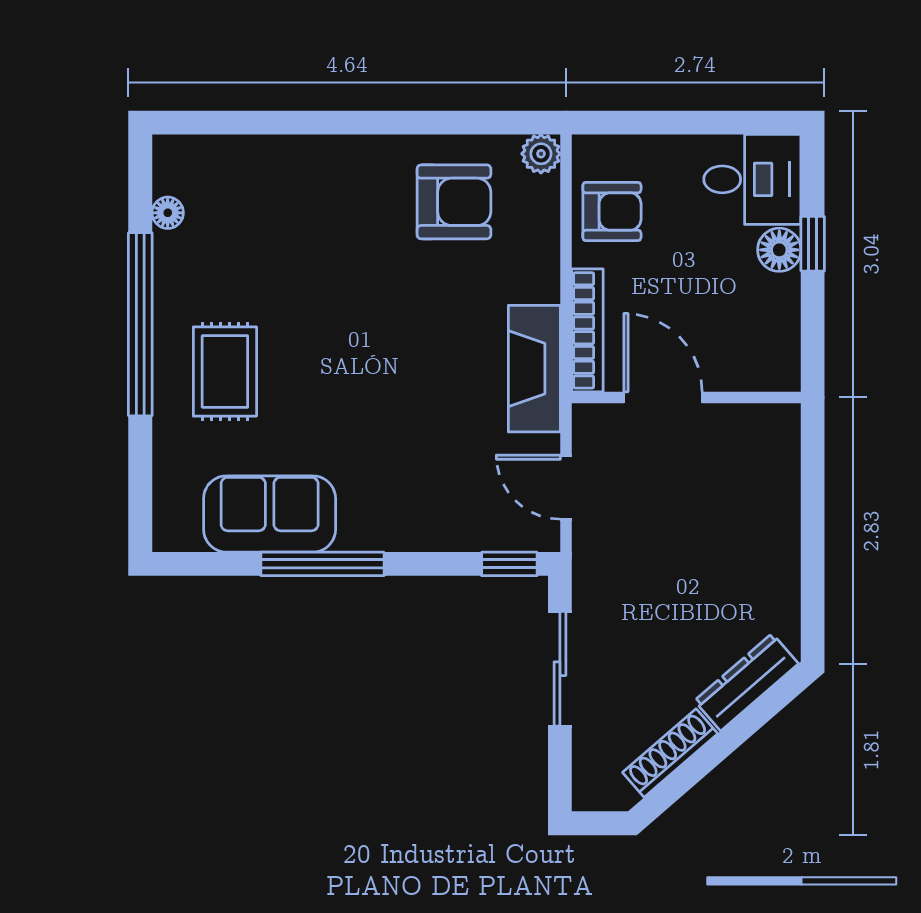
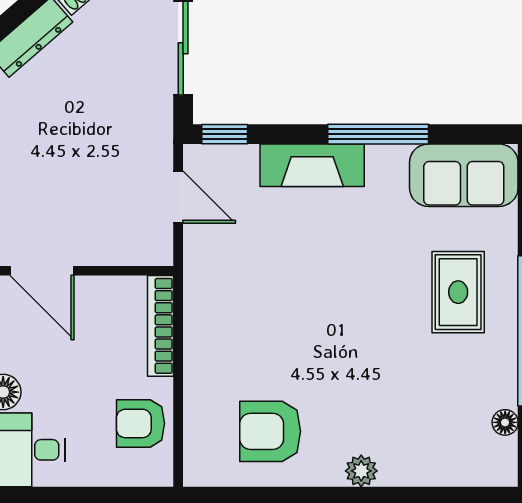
plant: (541, 154) -> (361, 471), moved
fireplace: (534, 369) -> (312, 165), moved, turned 90
door: (663, 397) -> (42, 271), moved
sofa: (270, 514) -> (464, 175), moved

